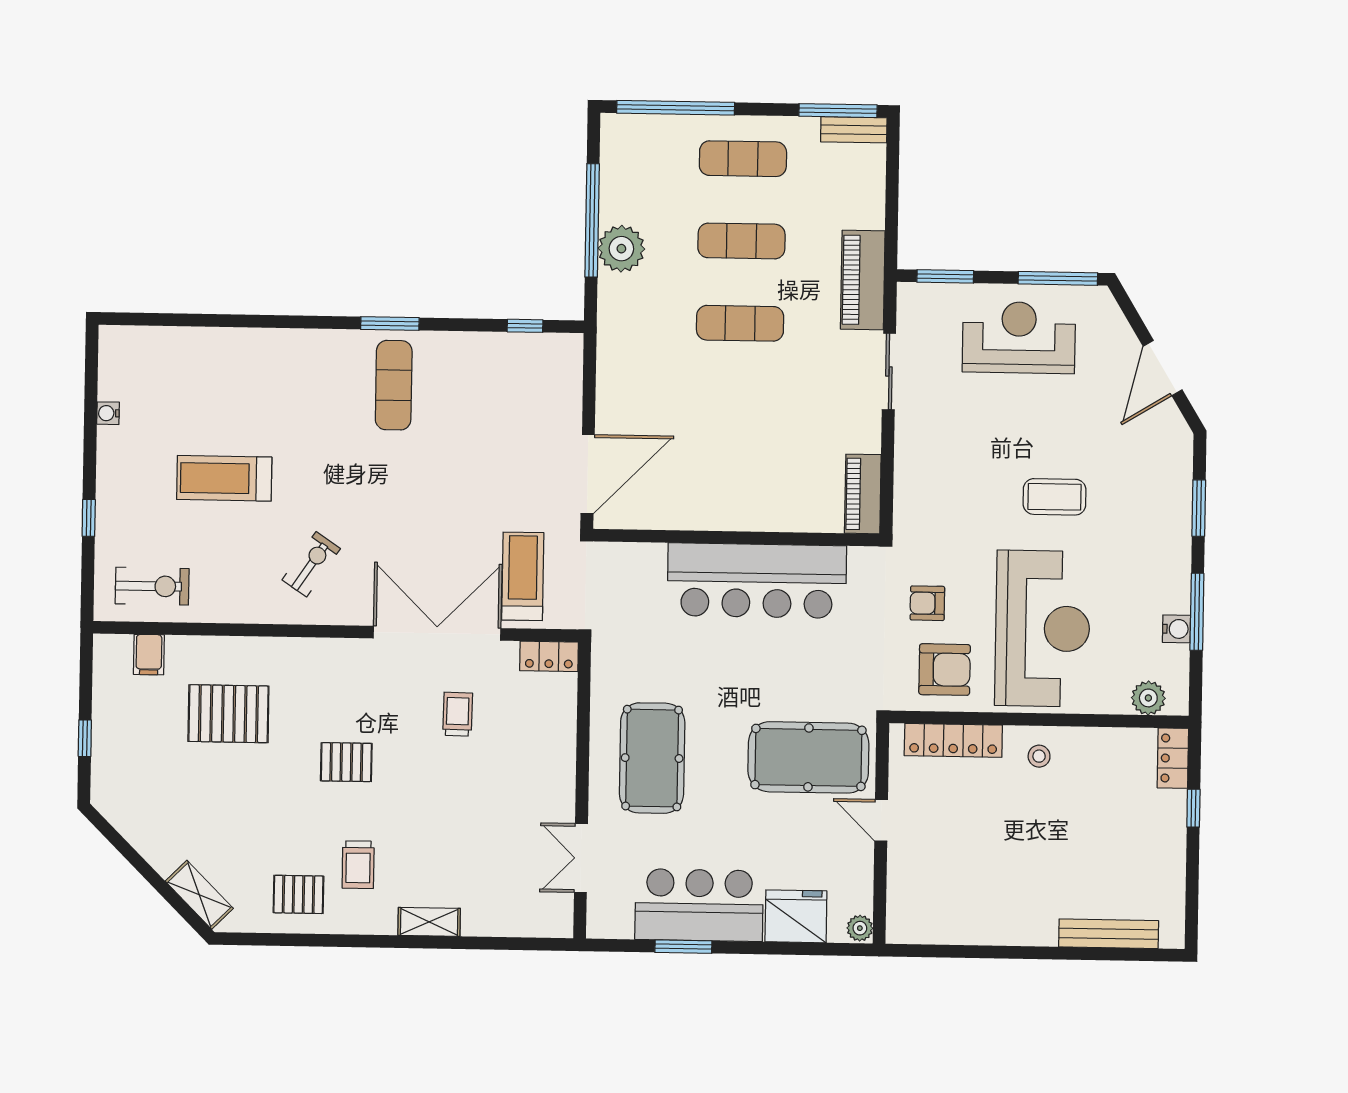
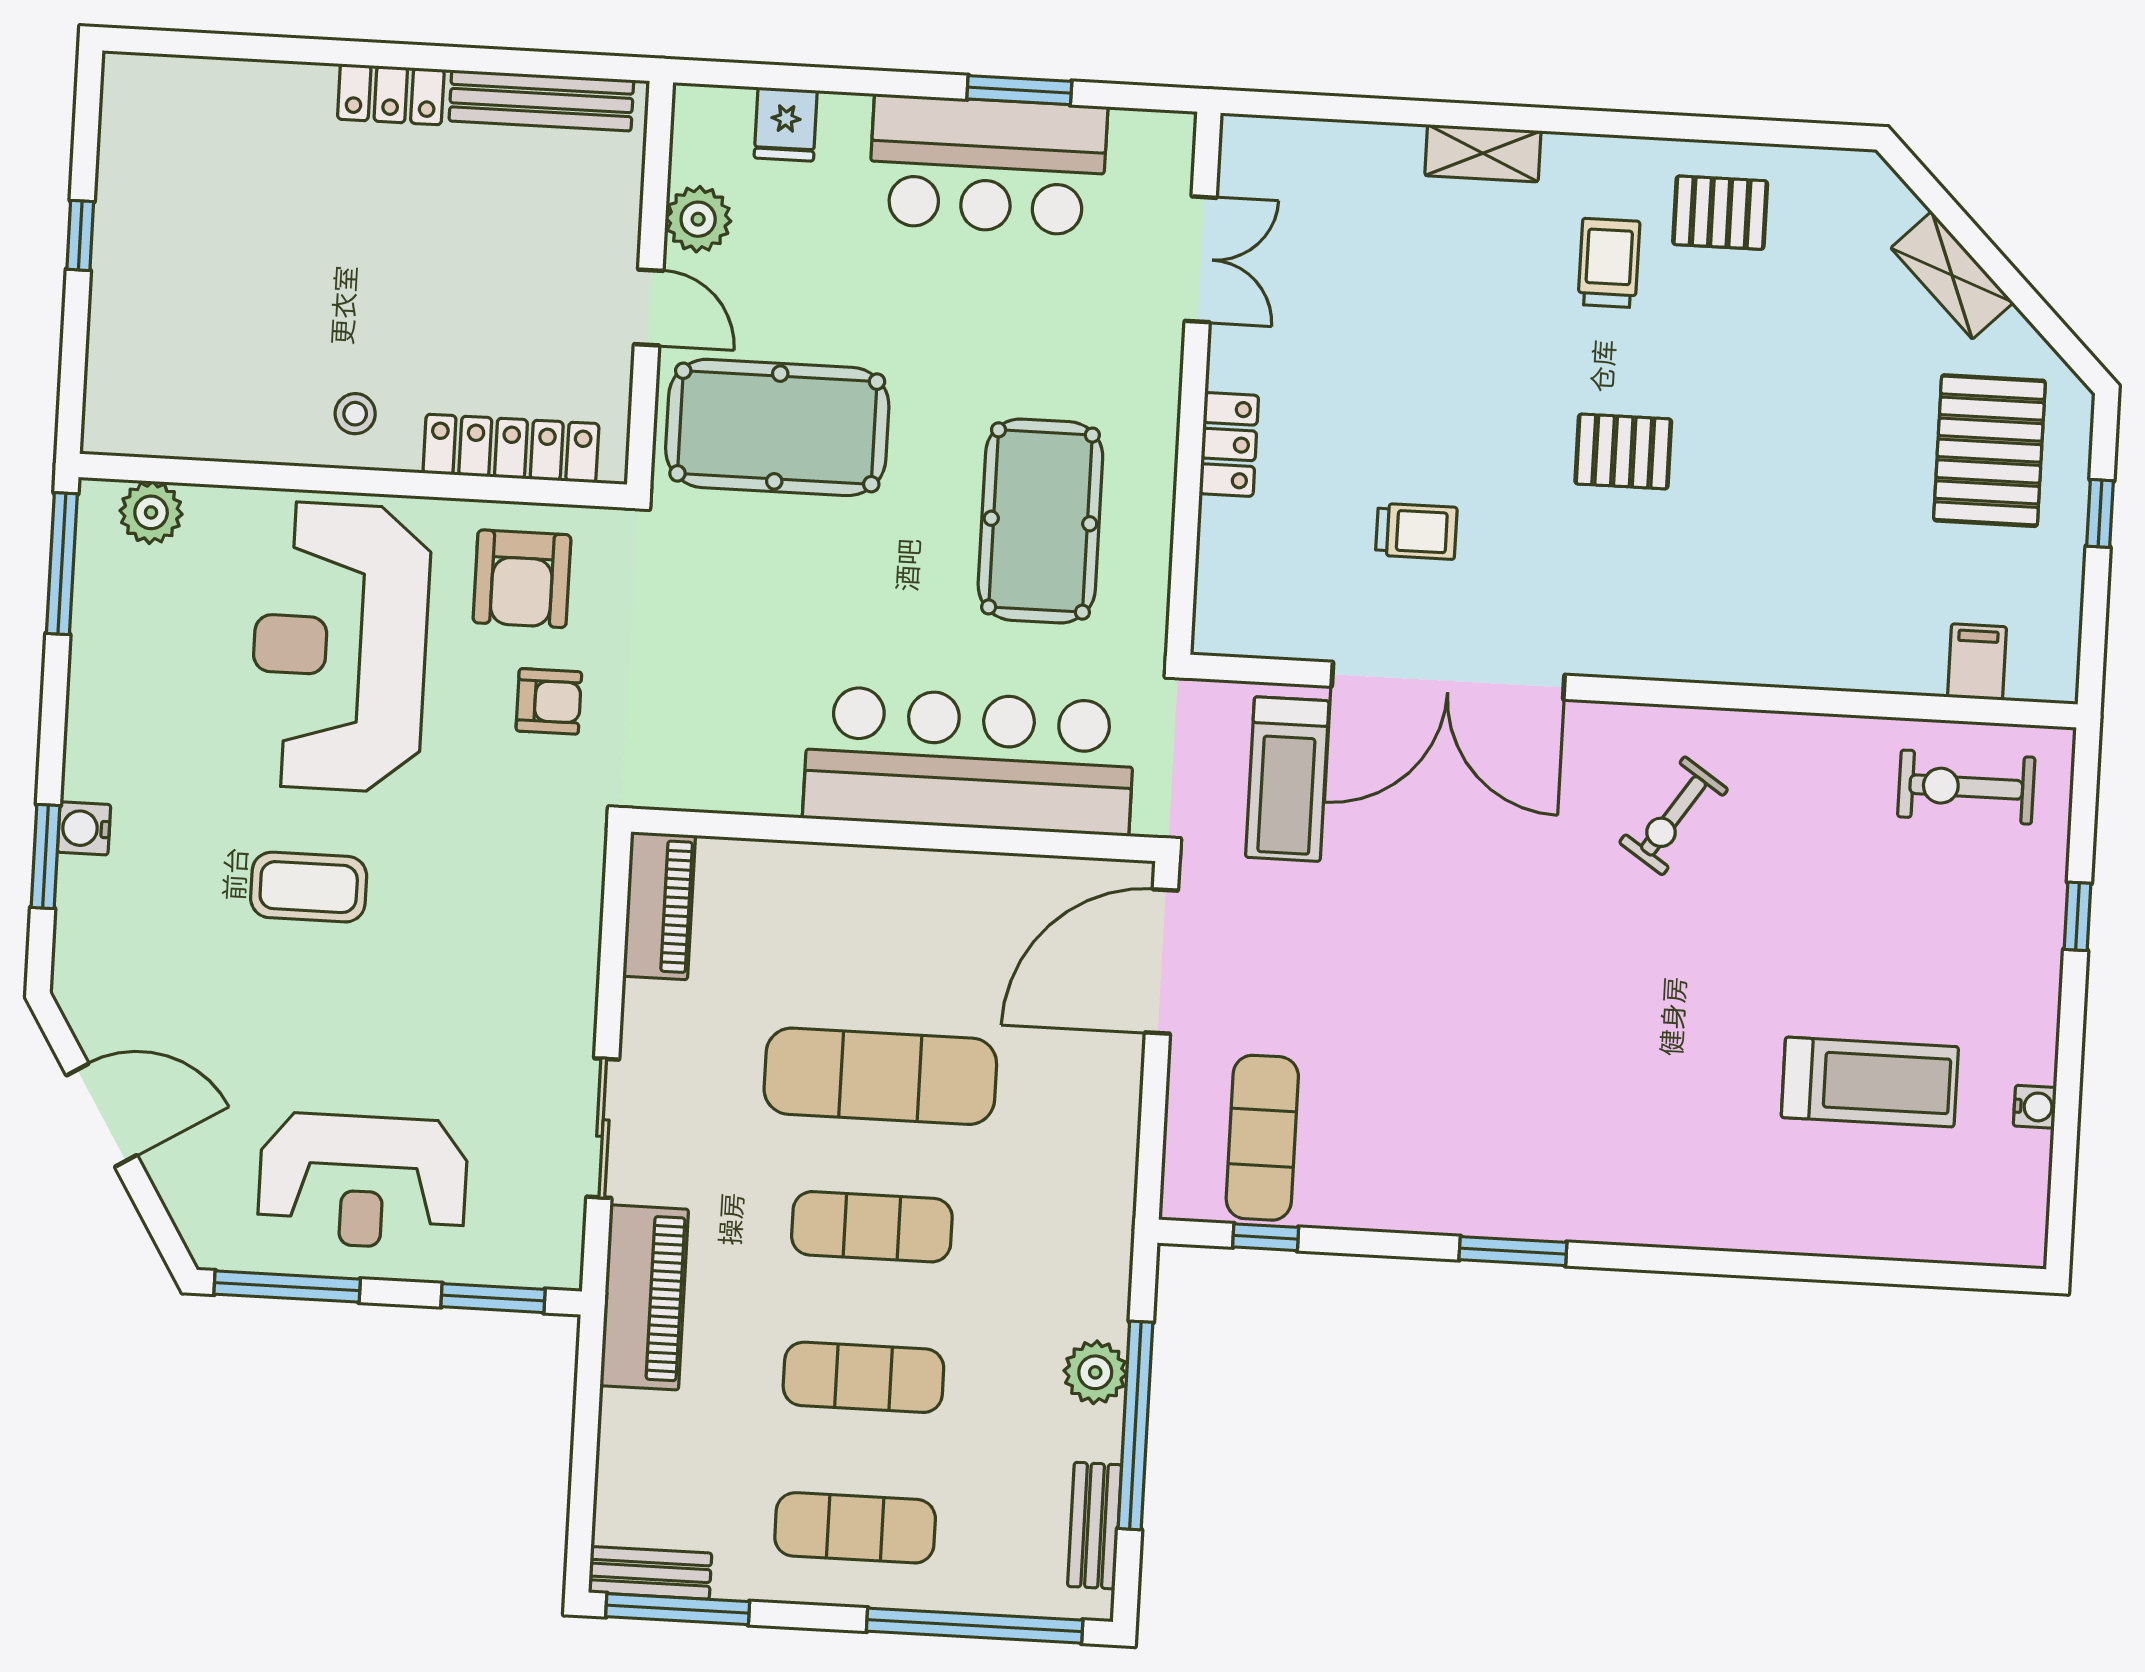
bench: (612, 165) -> (1095, 1526), added
plant: (621, 249) -> (1095, 1372), width x0.73, depth x0.73
door: (1163, 368) -> (102, 1115), hinge flipped
exercise mat: (394, 385) -> (1262, 1138), moved
exercise mat: (739, 406) -> (880, 1076), added
treadmill: (224, 478) -> (1870, 1082), moved
bar counter: (757, 581) -> (969, 761), moved
window: (1197, 612) -> (62, 564), moved
water cooler: (1176, 629) -> (84, 828), moved
locker: (549, 656) -> (1229, 444), moved, turned 90
armchair: (945, 670) -> (522, 579), turned -90
pallet: (228, 714) -> (1989, 451), moved, turned 90
trolley: (458, 714) -> (1416, 531), turned -91
pool table: (652, 758) -> (1040, 521), moved
locker: (1173, 758) -> (391, 94), moved, turned 90
window: (1193, 808) -> (80, 235), moved
shelving: (199, 895) -> (1952, 275), moved
fridge: (796, 916) -> (786, 124), width x0.53, depth x0.75
plant: (860, 928) -> (698, 219), moved, width x1.38, depth x1.38
bench: (1109, 934) -> (541, 101), moved

